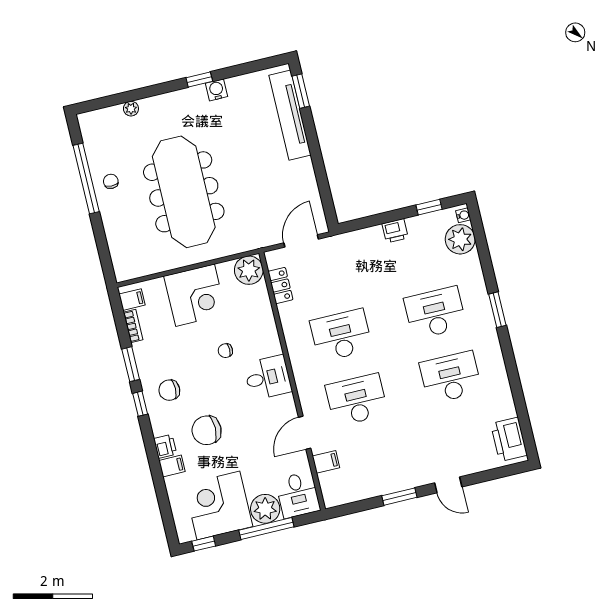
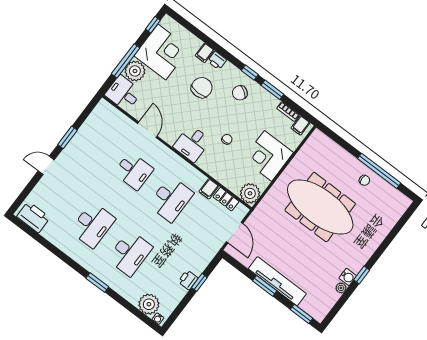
plant: (131, 109) -> (341, 288), moved
tv unit: (290, 115) -> (277, 281), moved
window: (316, 155) -> (265, 286), added
window: (429, 207) -> (199, 282), moved
chair: (169, 390) -> (240, 93), turned -146
desk: (357, 400) -> (134, 171), width x0.73
filing cabinet: (326, 462) -> (209, 189), moved

